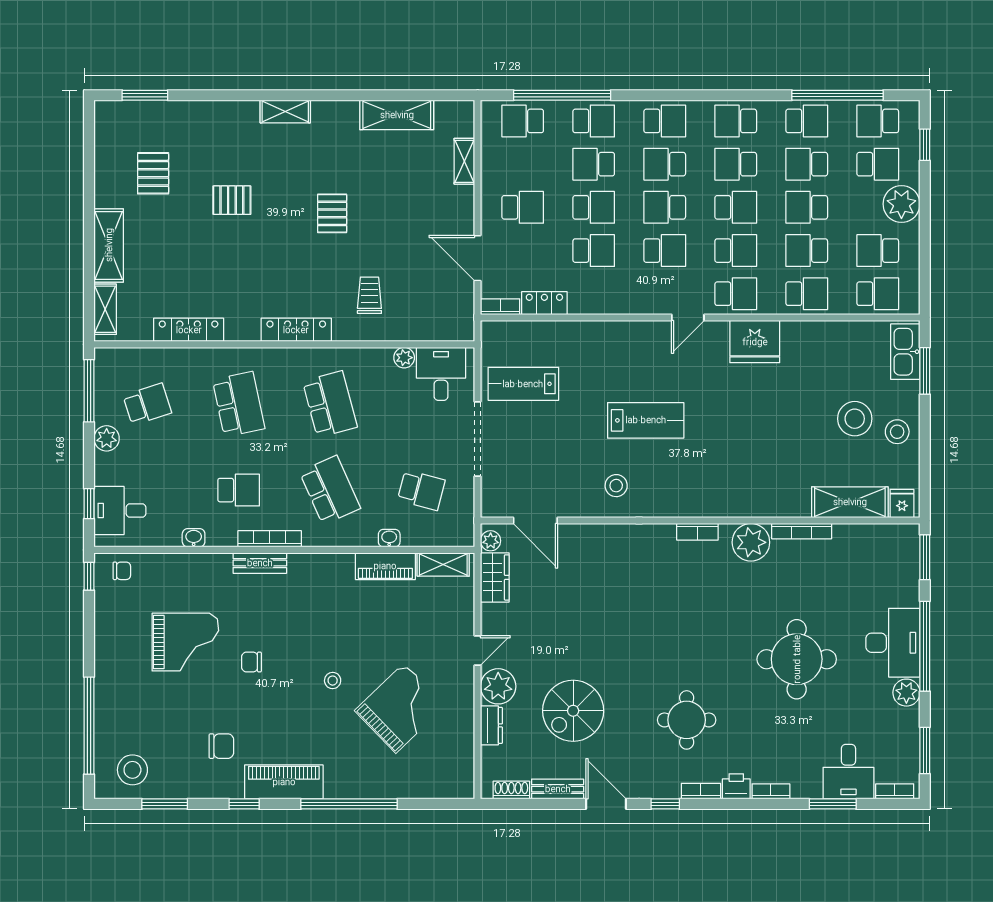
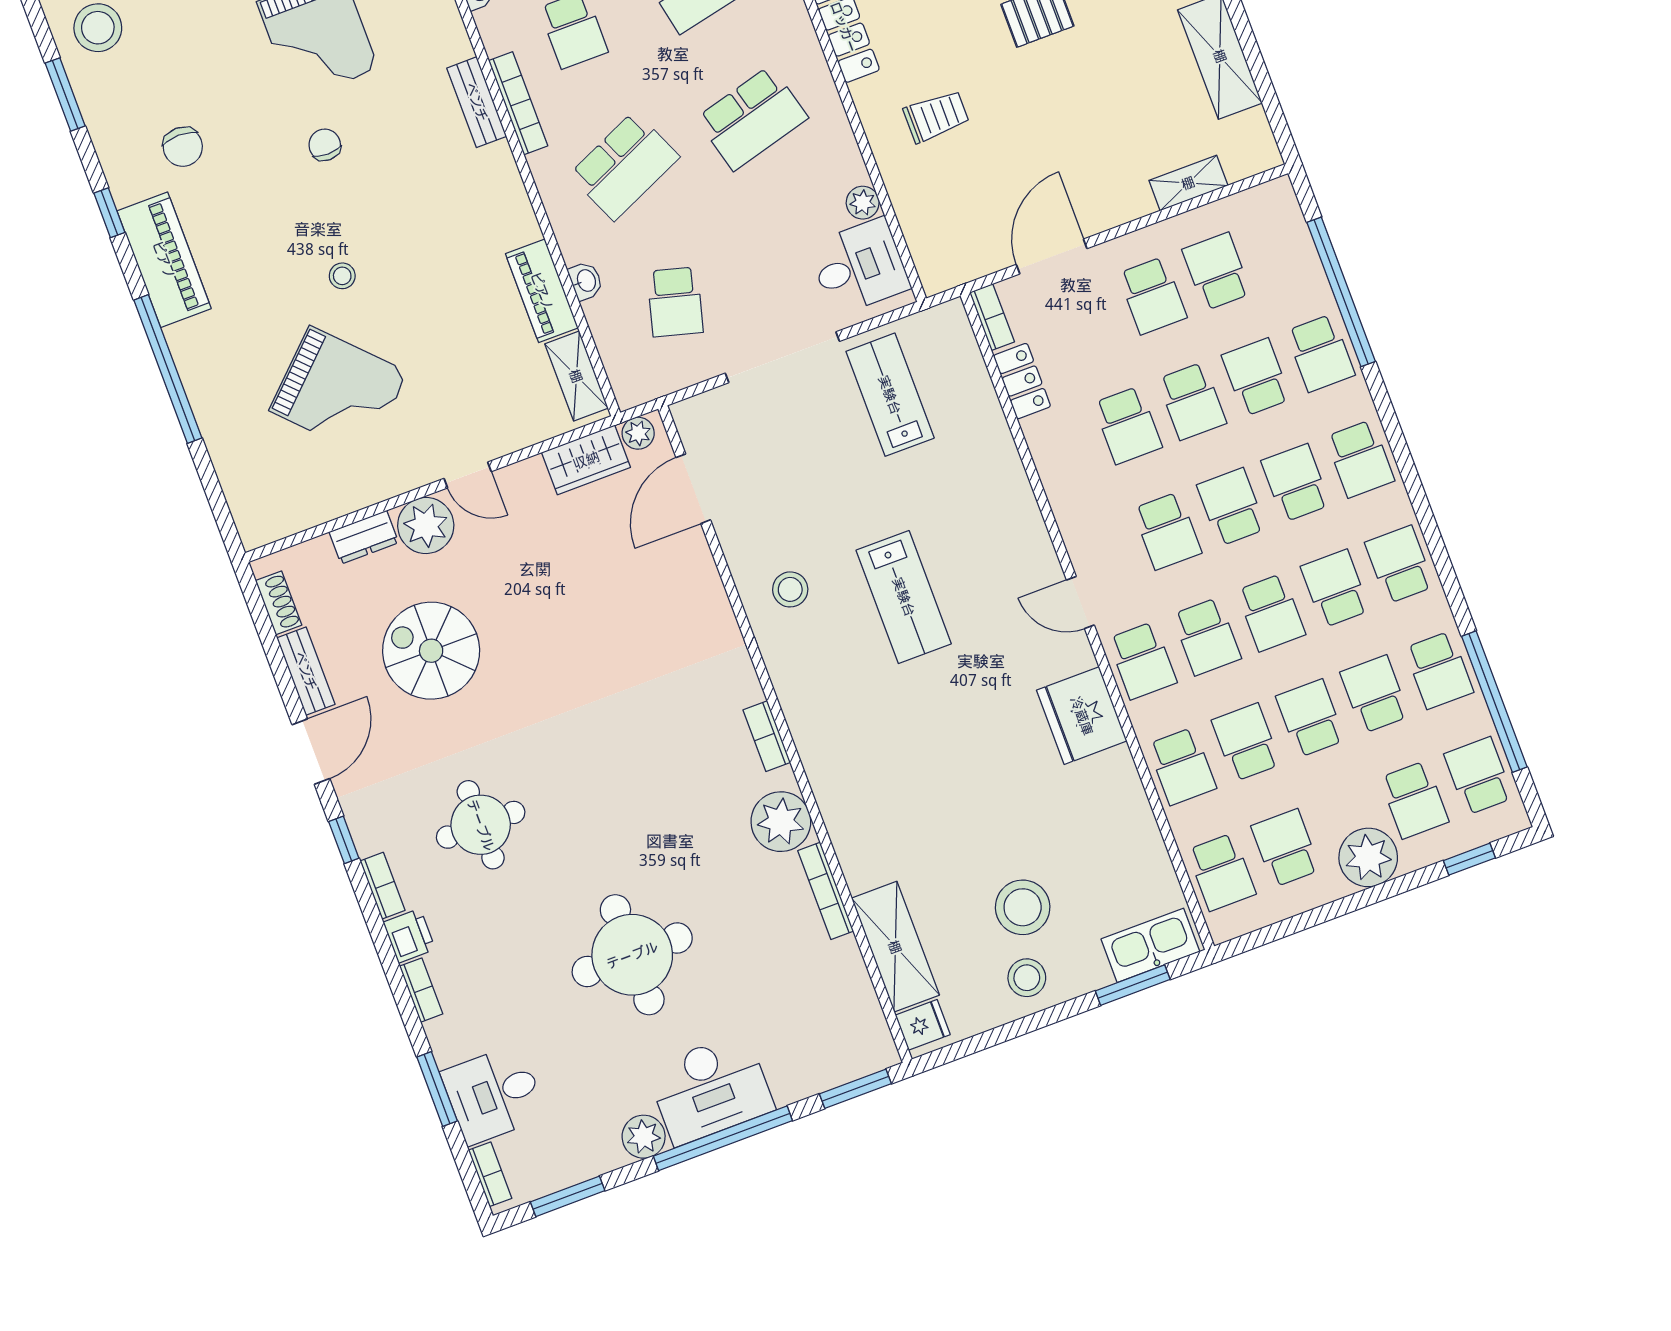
school desk: (523, 121) -> (1217, 271), moved

